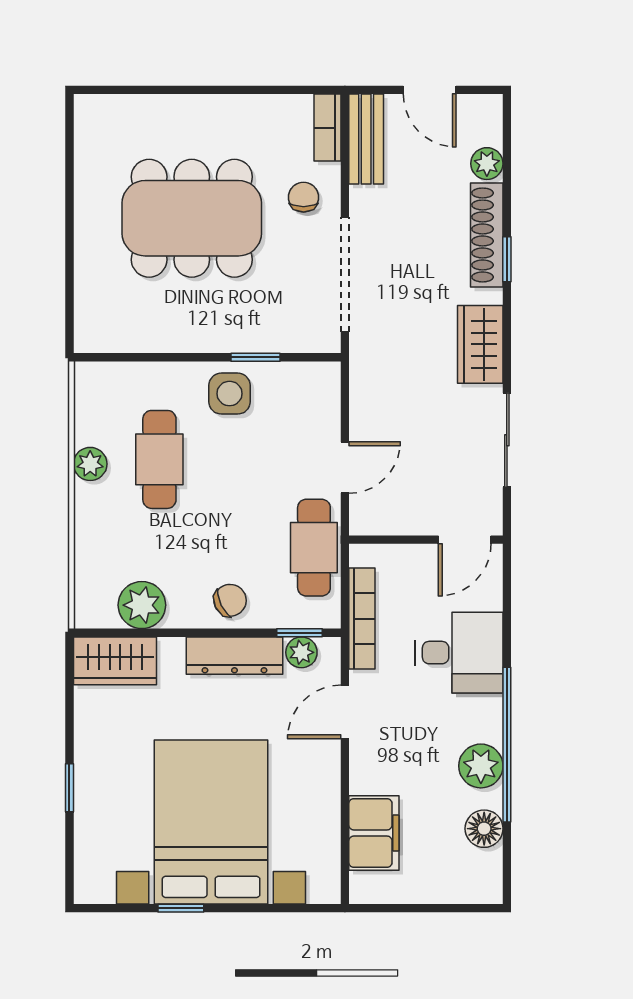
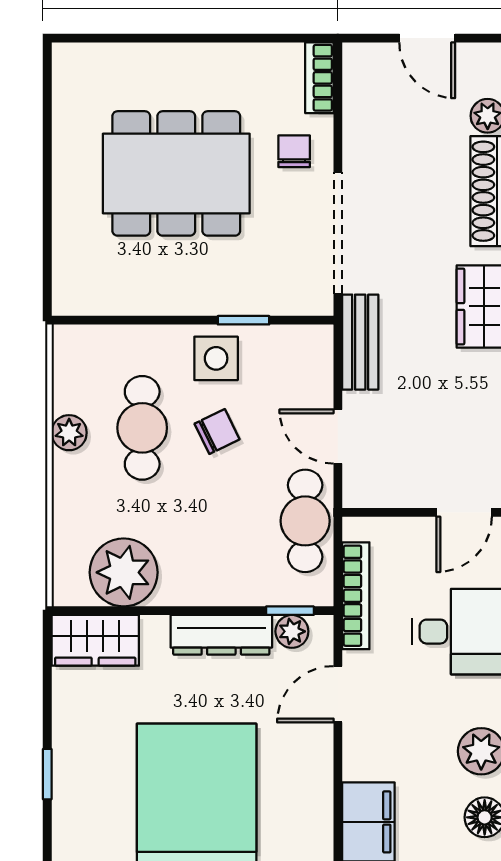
bench: (366, 139) -> (360, 342), moved
door: (345, 468) -> (338, 436), swing flipped
chair: (230, 600) -> (217, 431), moved
plant: (142, 605) -> (124, 572), width x1.36, depth x1.36

